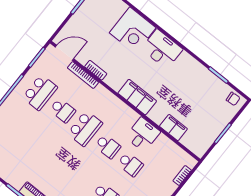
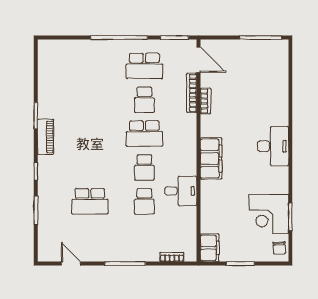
corner desk: (133, 30) -> (269, 214), moved
filing cabinet: (173, 128) -> (210, 248), moved

